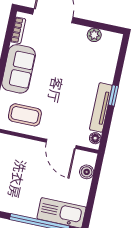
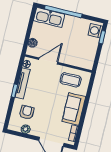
armchair: (93, 62) -> (27, 112), added
door: (61, 144) -> (48, 61), hinge flipped

